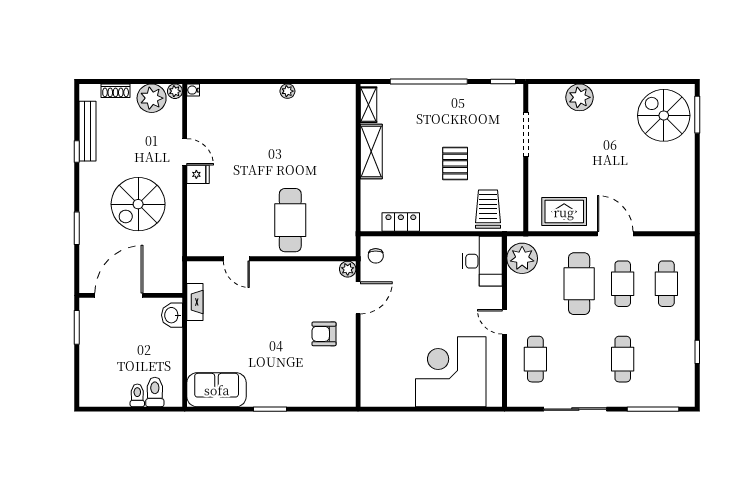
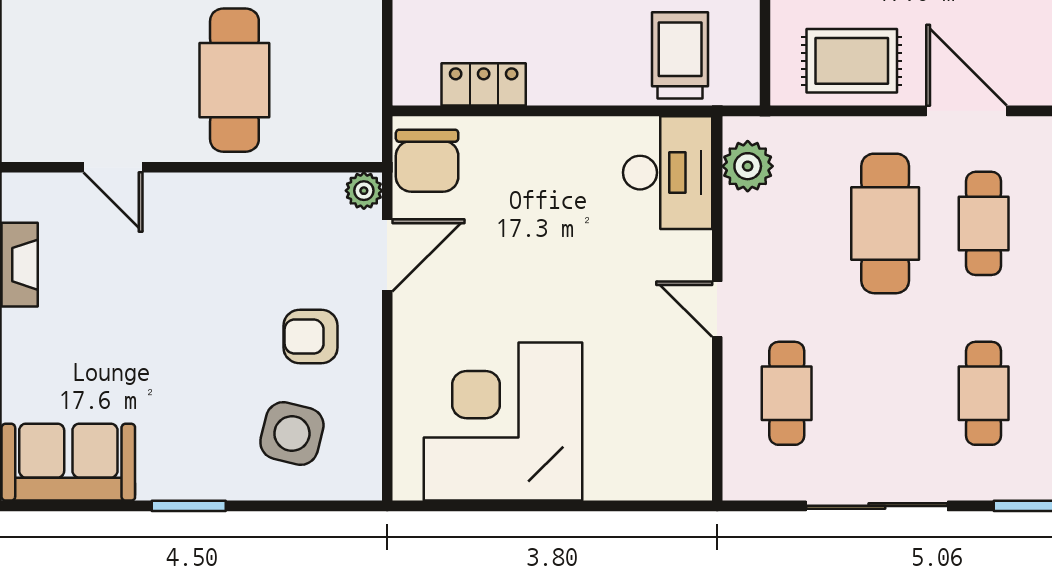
chair: (376, 256) -> (427, 161), width x1.87, depth x1.87
plant: (522, 258) -> (748, 166), width x0.73, depth x0.73
corner desk: (451, 372) -> (503, 422), moved
side table: (316, 377) -> (292, 433), added

